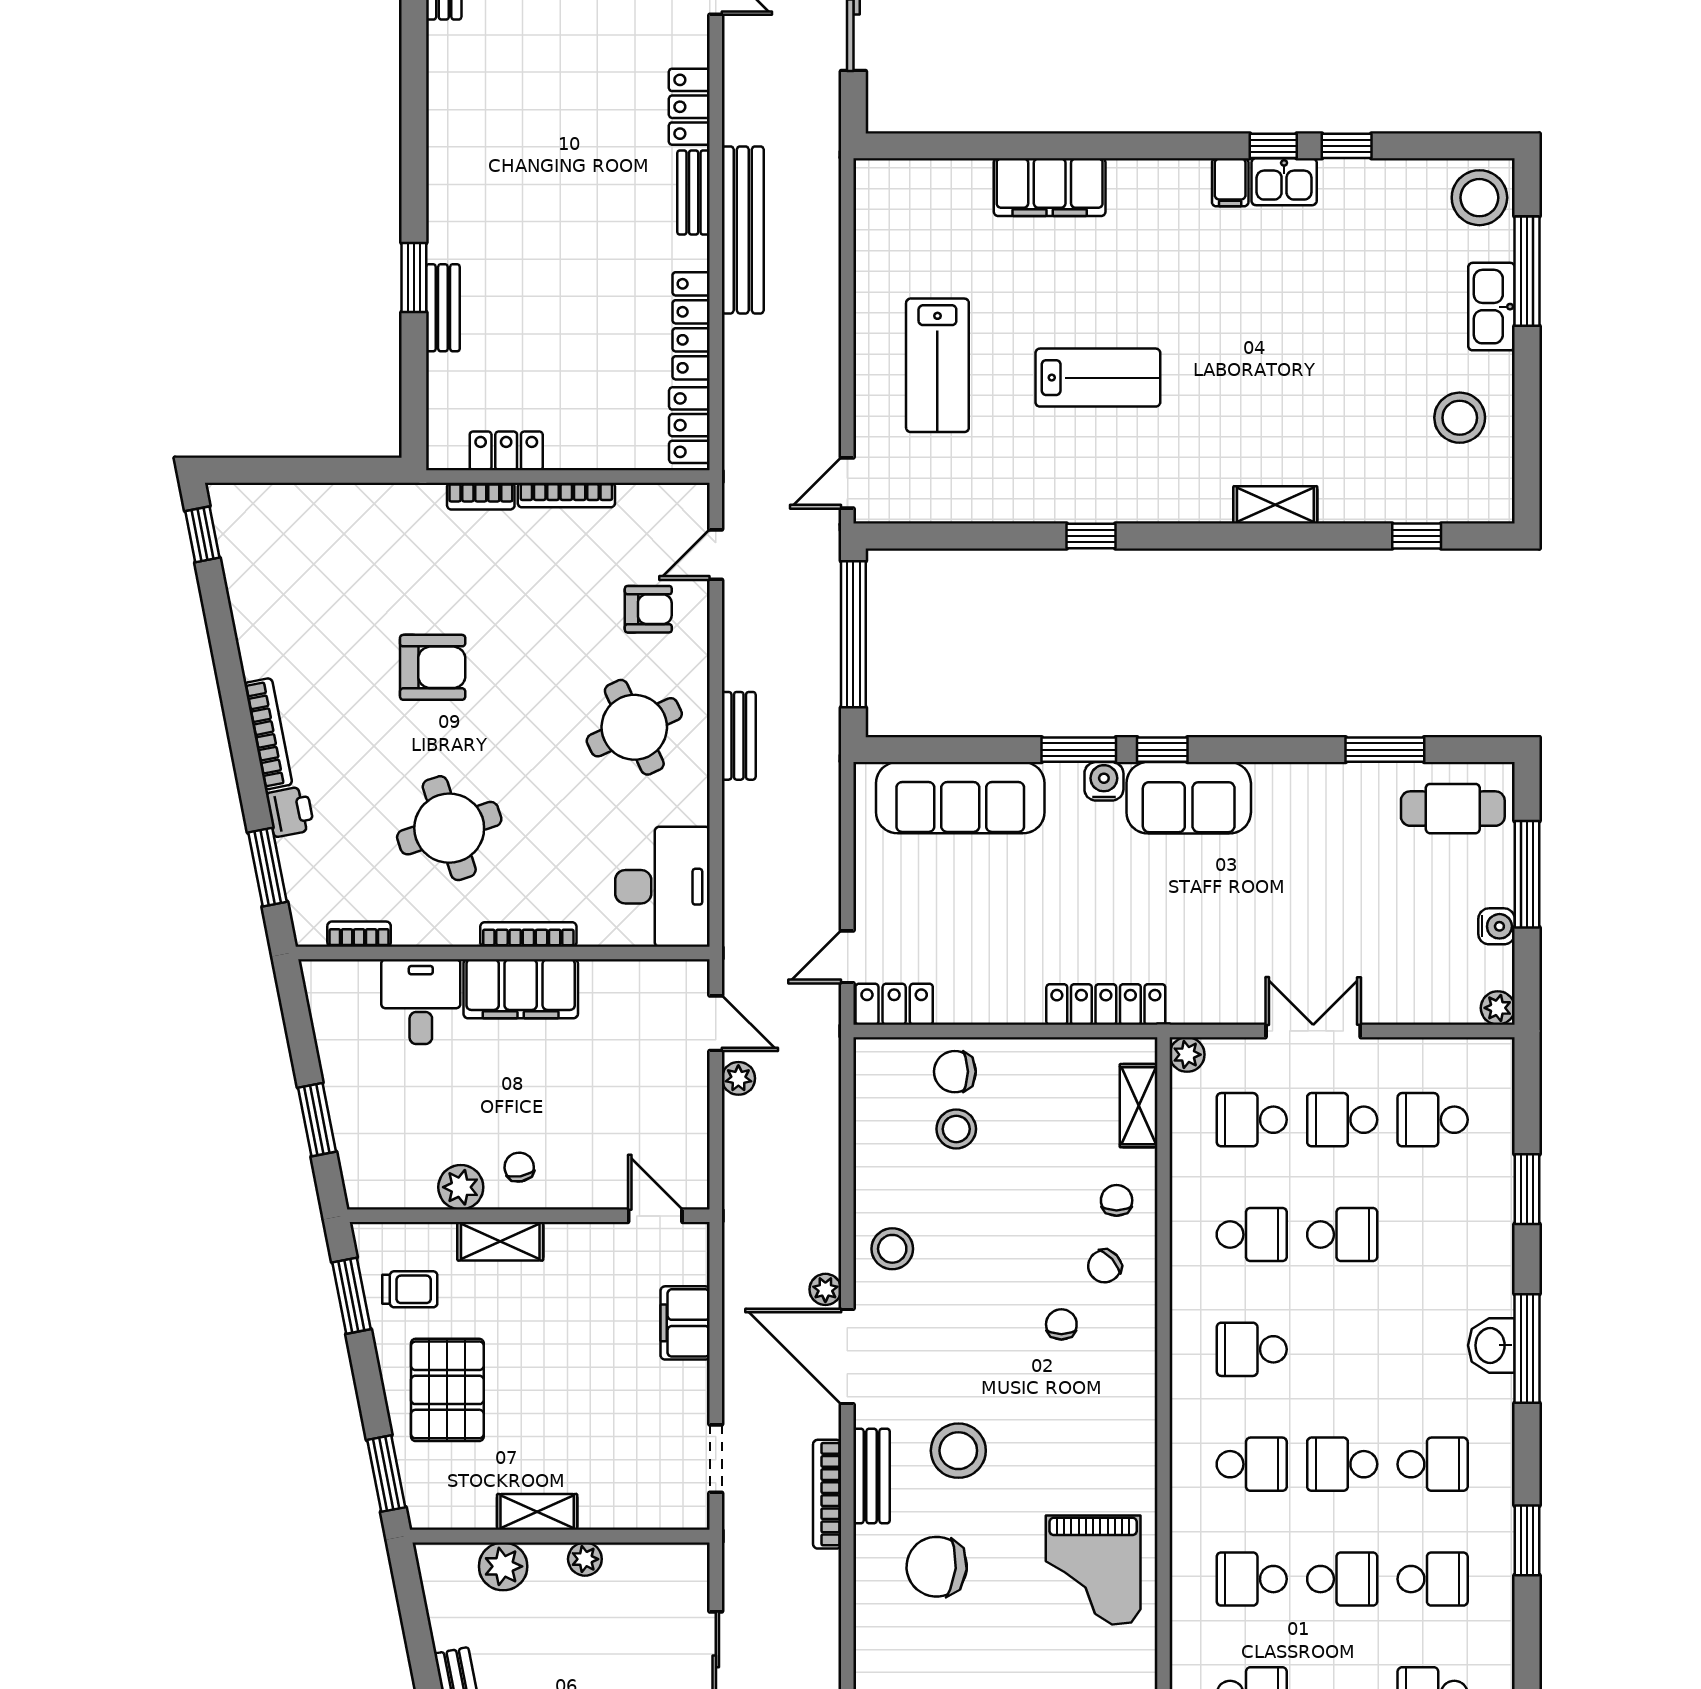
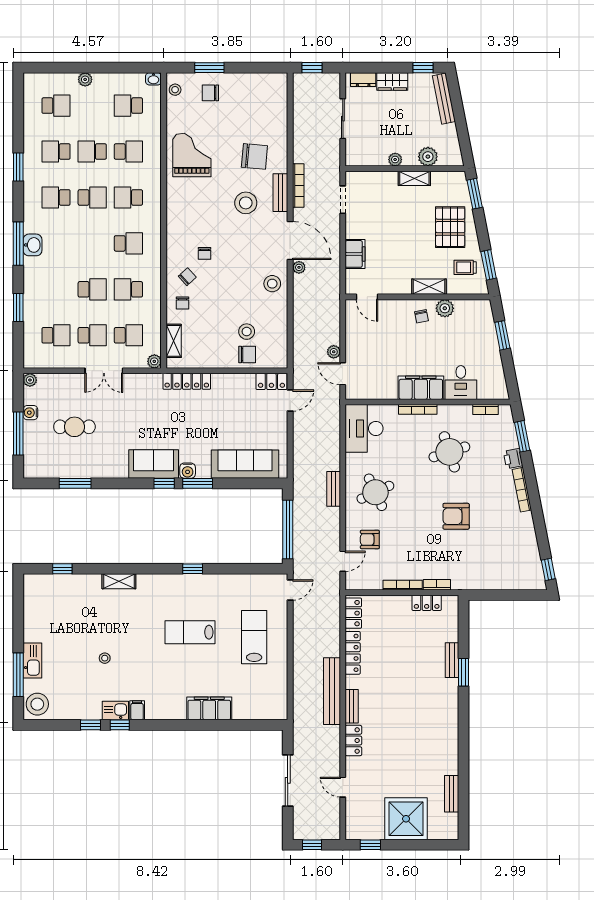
stool: (1460, 418) -> (105, 658), moved, width x0.53, depth x0.53
cafe table: (1453, 809) -> (74, 427), moved
school desk: (1342, 1235) -> (92, 289), turned 180

